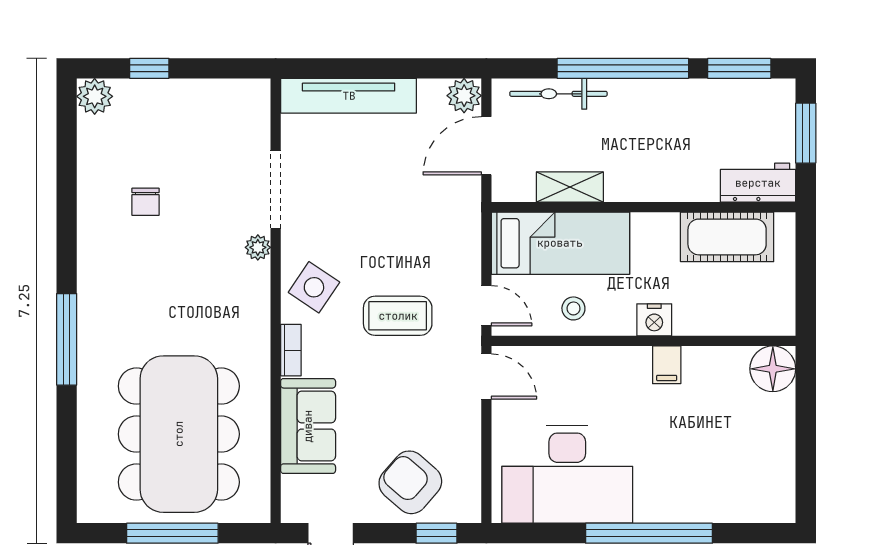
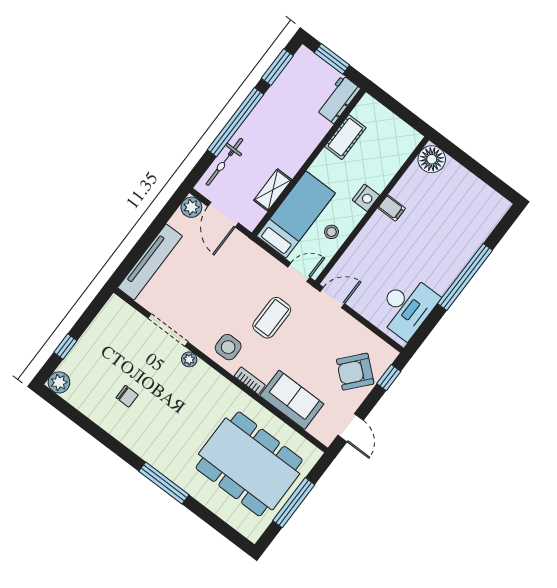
cot: (727, 237) -> (345, 137), width x0.73, depth x0.75
side table: (314, 287) -> (228, 347), turned -34
desk: (567, 474) -> (407, 307), width x0.73, depth x0.77

